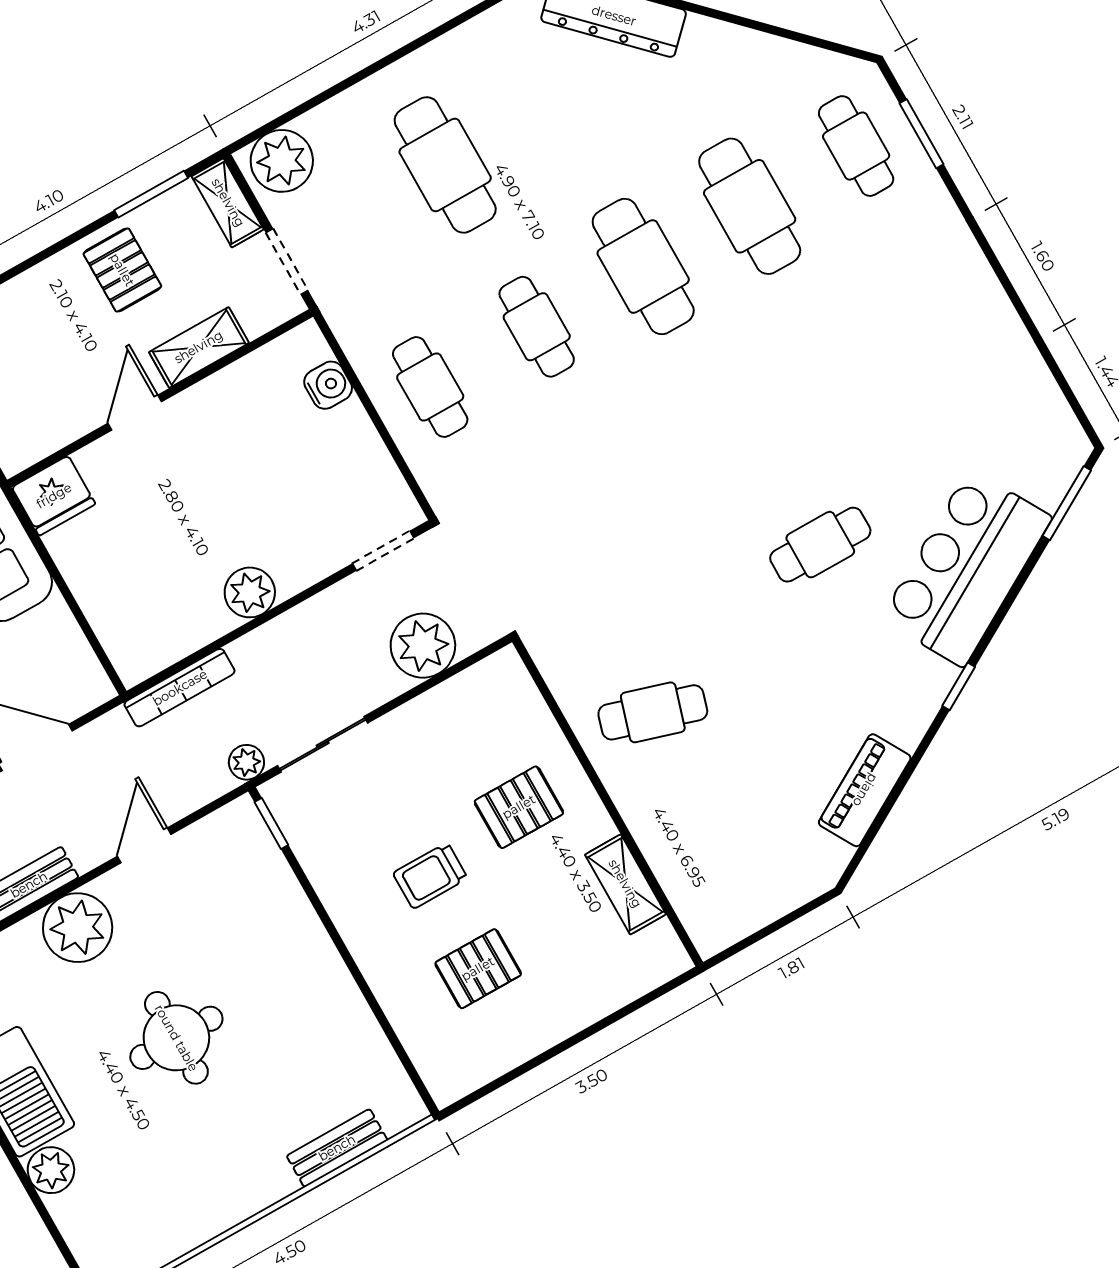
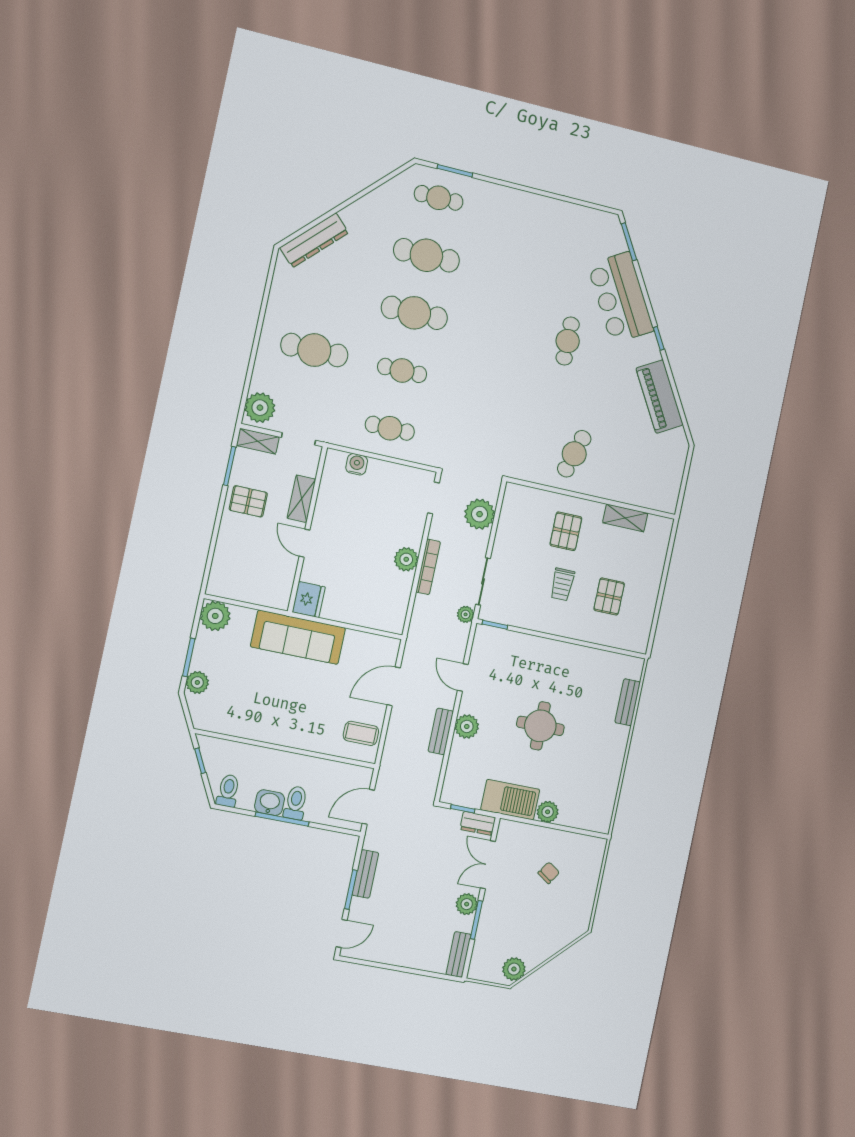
bookcase: (180, 688) -> (428, 567), moved
piano: (865, 790) -> (660, 397), width x1.37, depth x1.33
plant: (78, 928) -> (467, 726), width x0.73, depth x0.73

